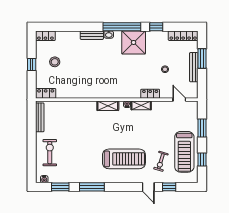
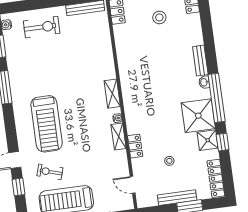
shower: (153, 38) -> (208, 140), added
door: (179, 100) -> (133, 185), swing flipped

